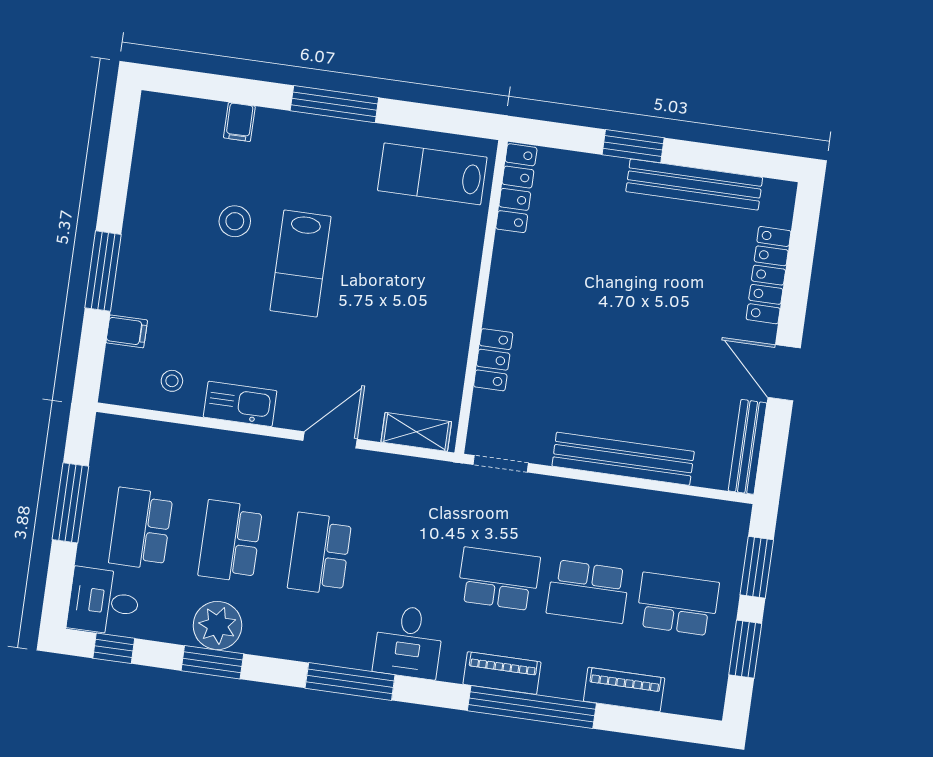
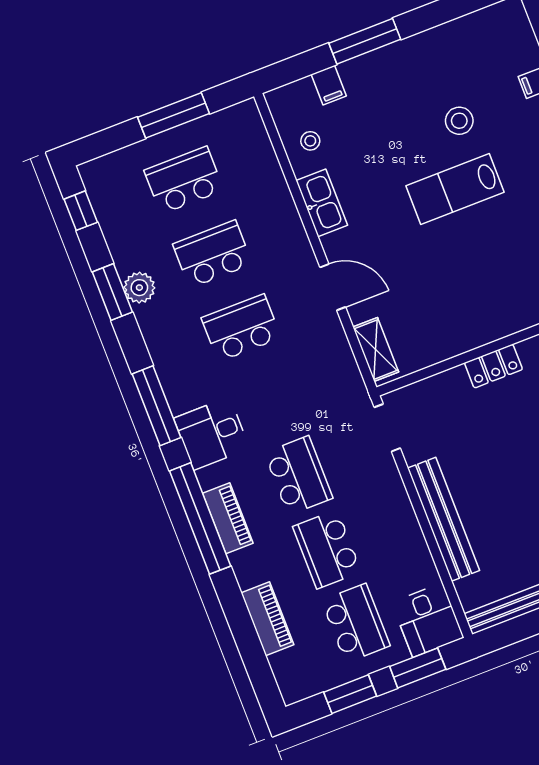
locker: (493, 360) -> (493, 366), moved
desk: (104, 601) -> (428, 620), moved, turned 180
plant: (217, 625) -> (139, 288), width x0.73, depth x0.73
window: (532, 707) -> (200, 518), moved

